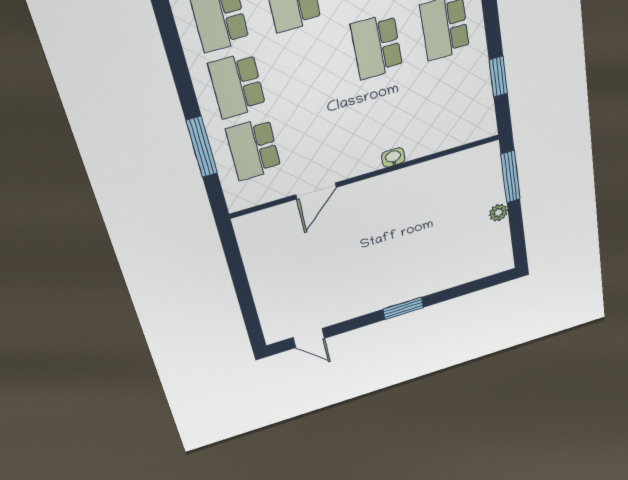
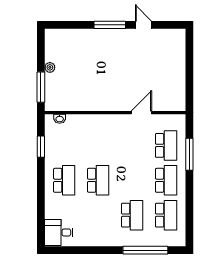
washbasin: (393, 157) -> (60, 119), moved
window: (403, 308) -> (110, 25), width x1.44
door: (309, 338) -> (143, 25), moved

